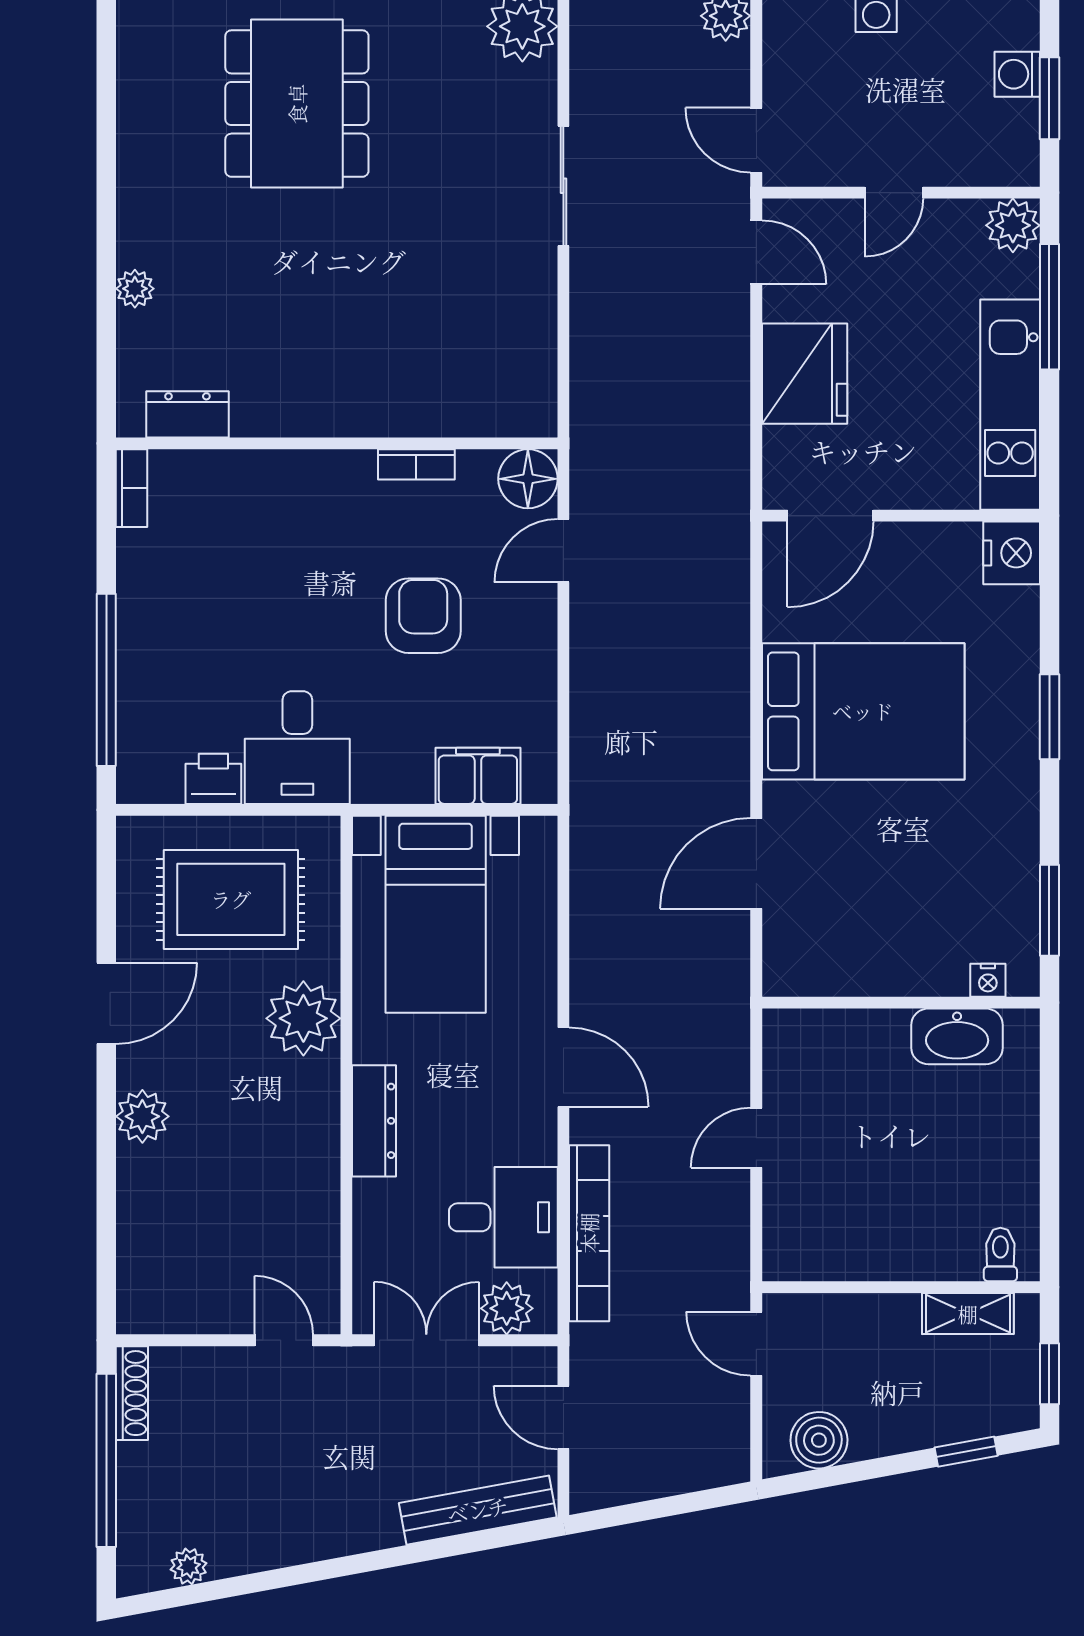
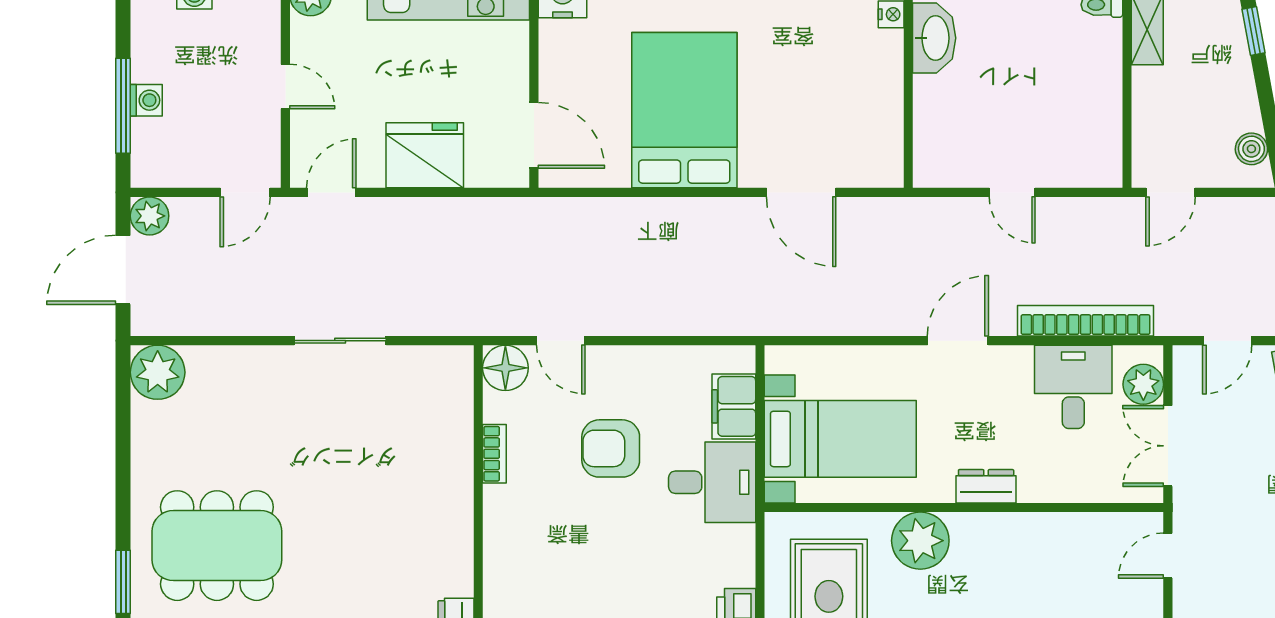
sliding door: (563, 186) -> (340, 341), moved
desk: (297, 748) -> (712, 482), moved
dresser: (374, 1121) -> (986, 486), width x0.70
boiler: (819, 1440) -> (1251, 149), width x0.73, depth x0.73

